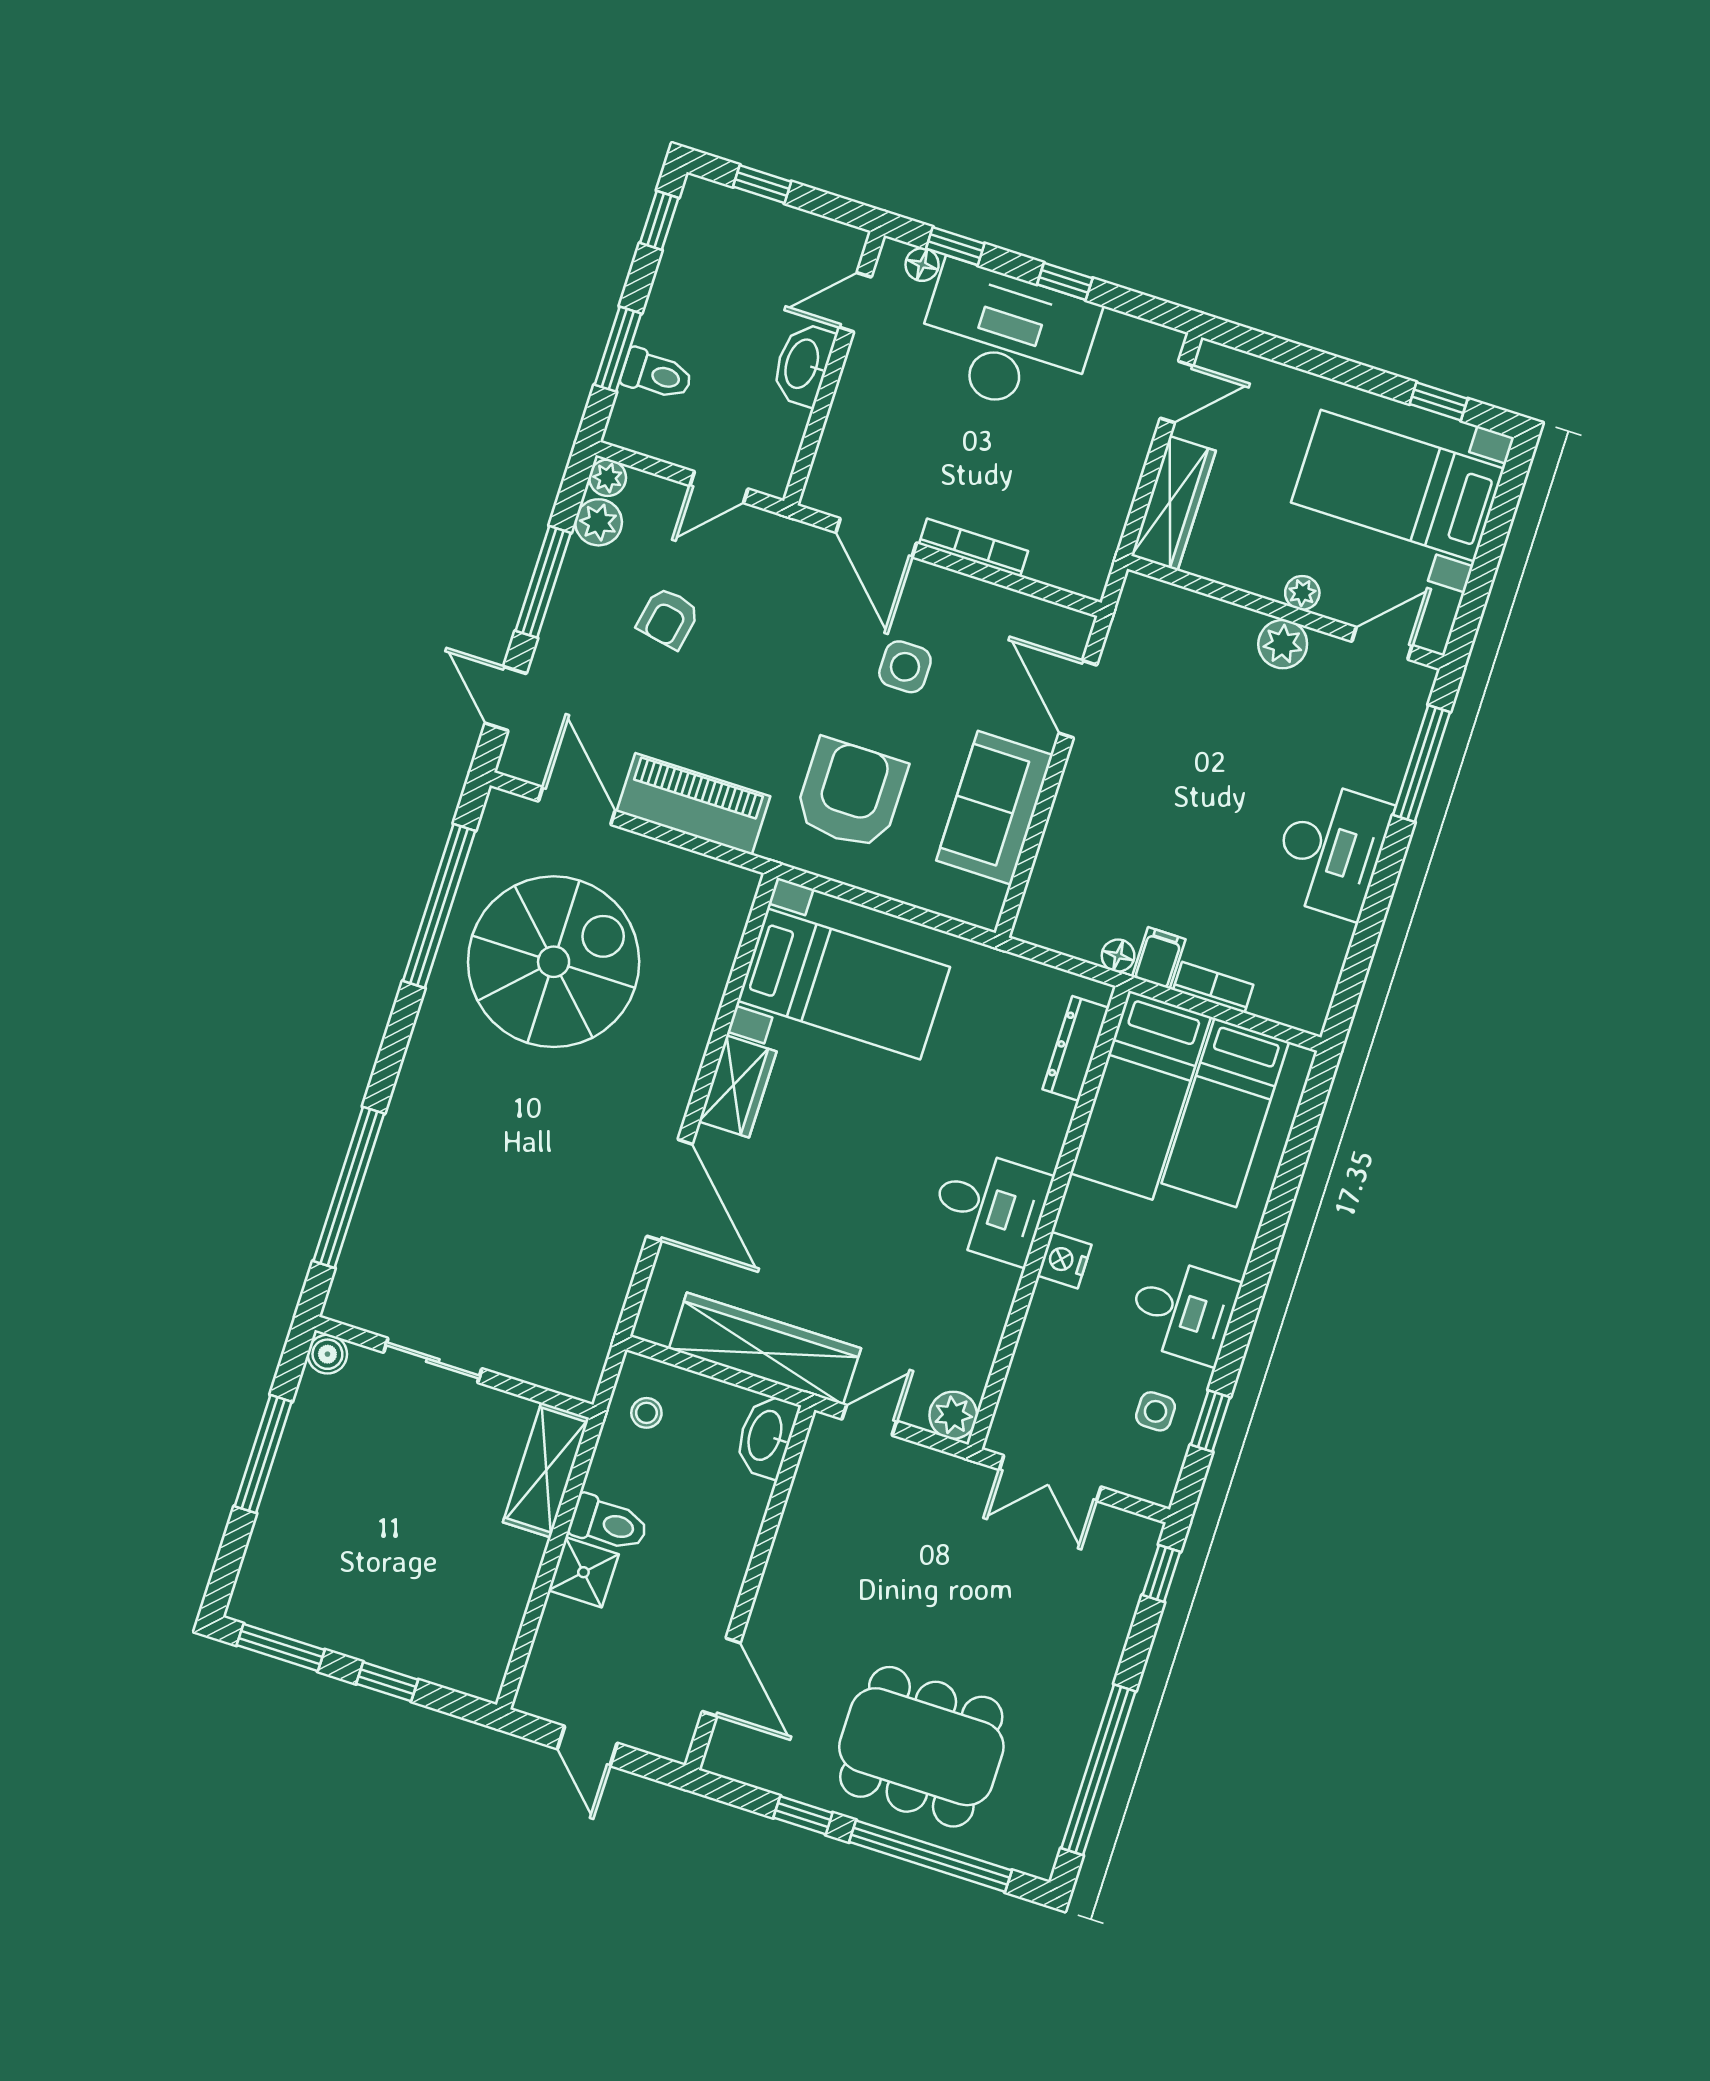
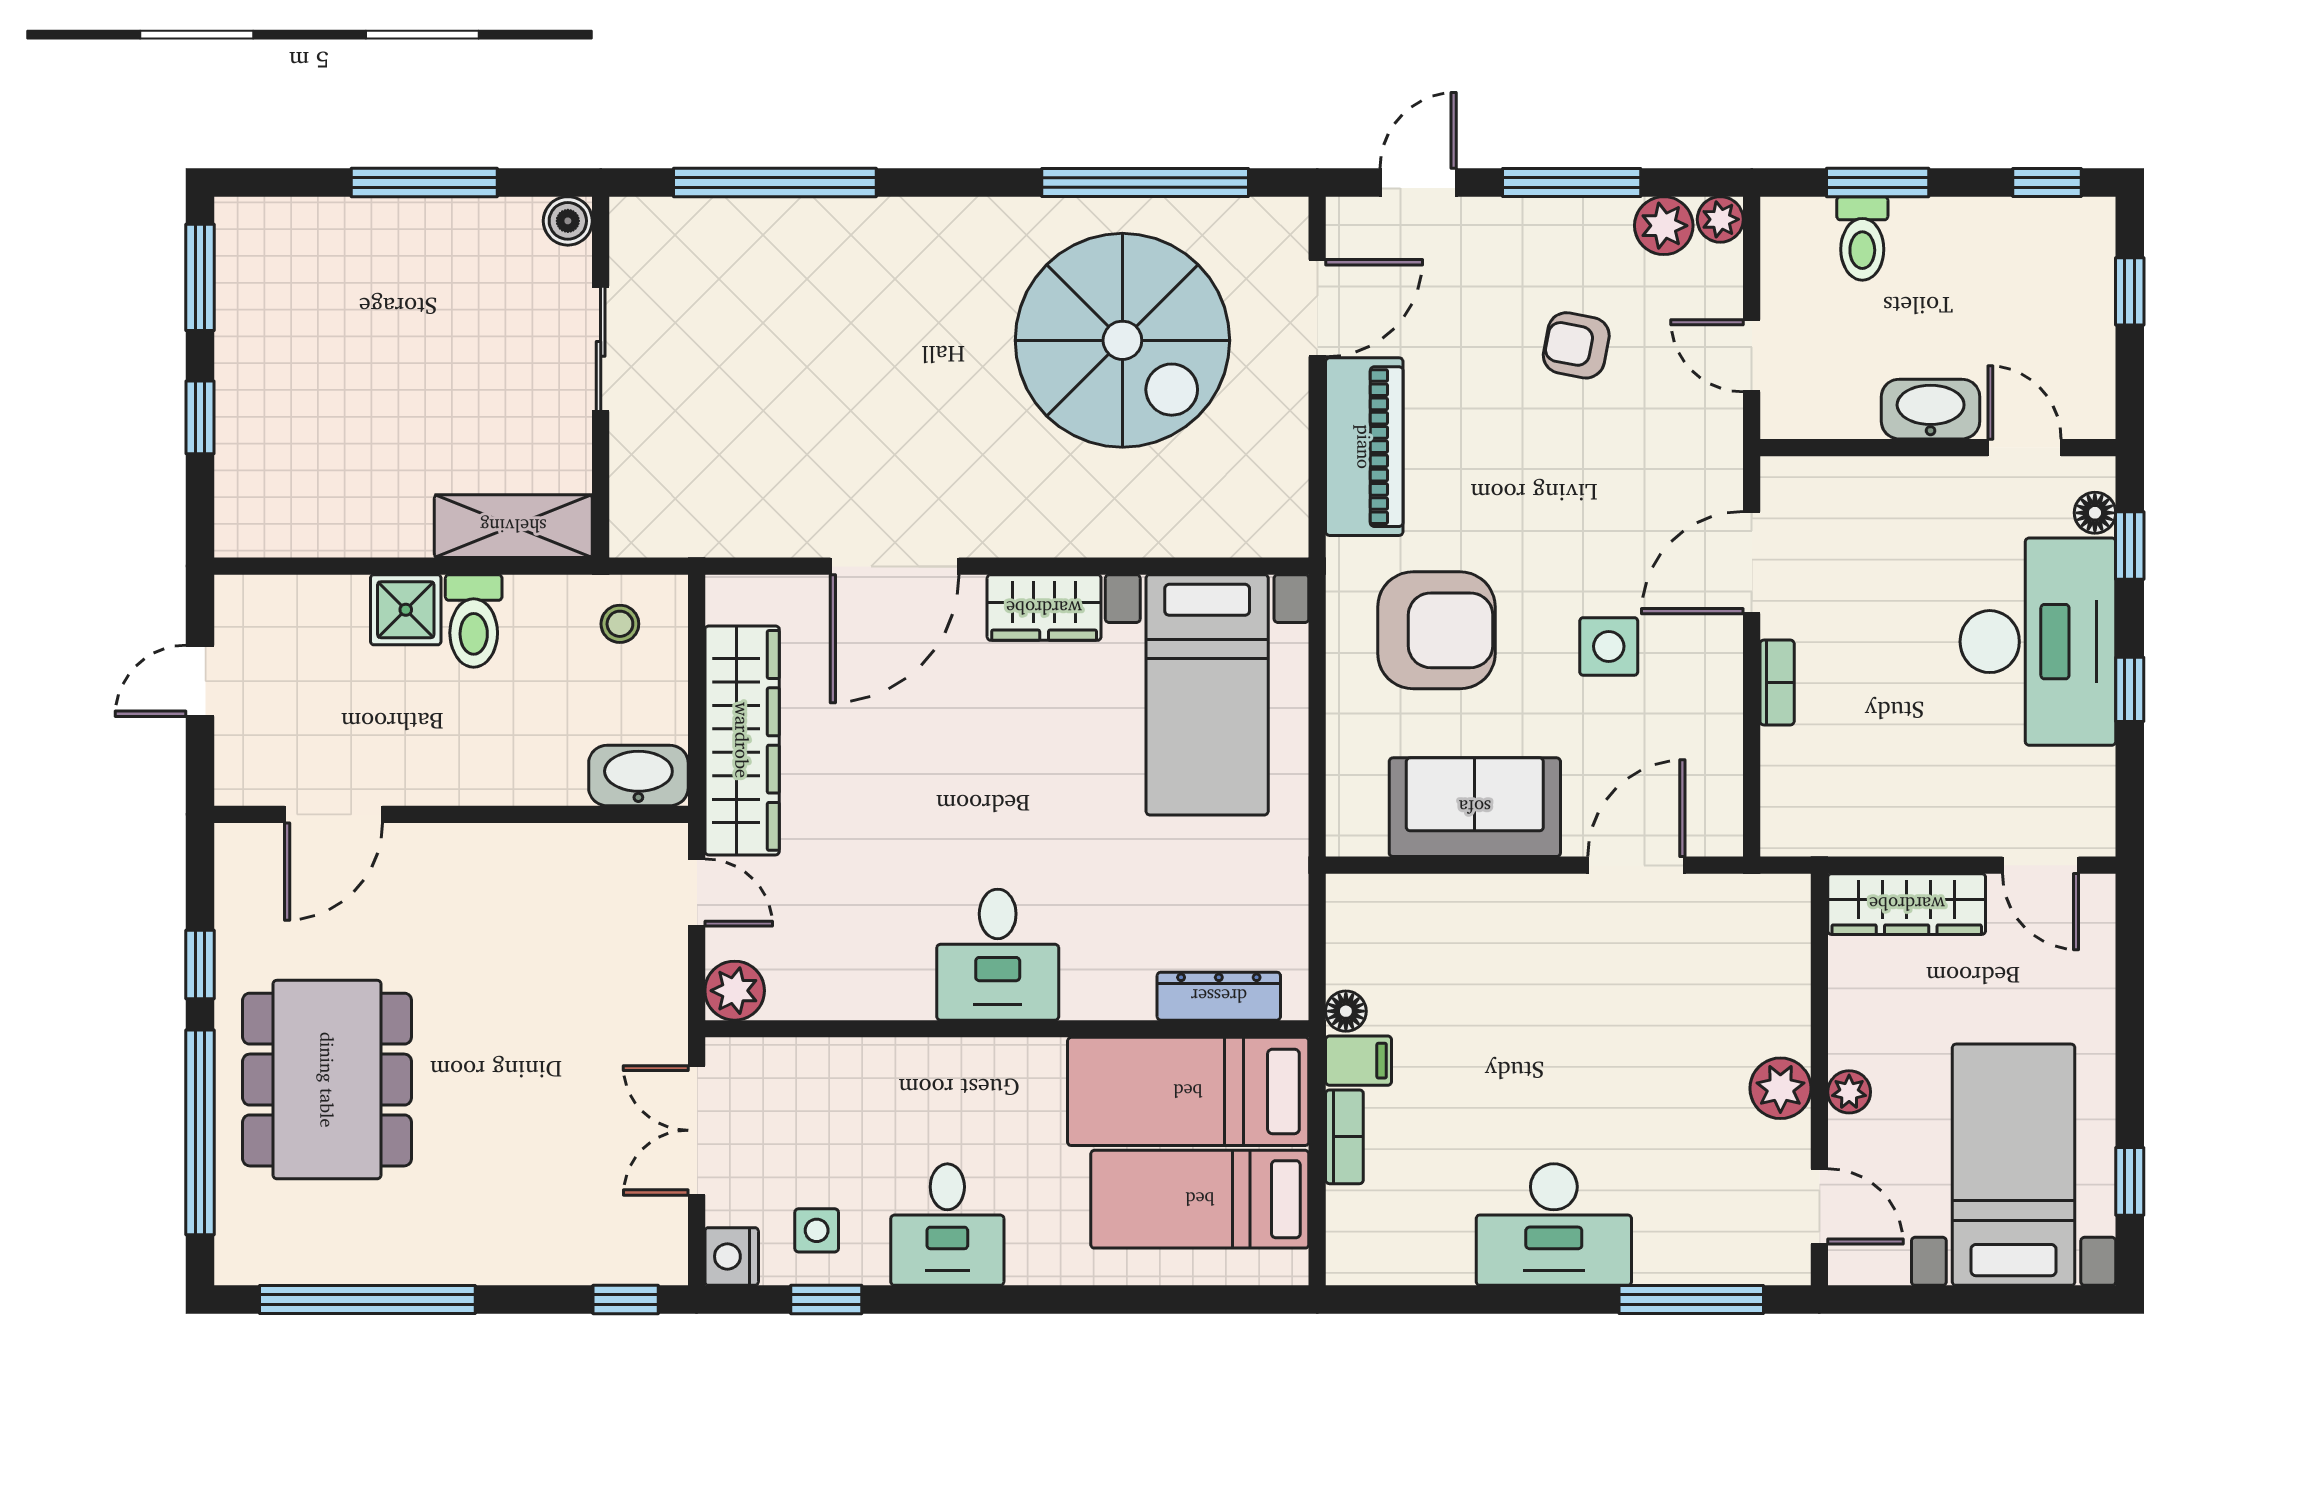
bookcase: (973, 548) -> (1777, 683), width x0.64
nightstand: (1064, 1260) -> (732, 1256), moved, turned -90

